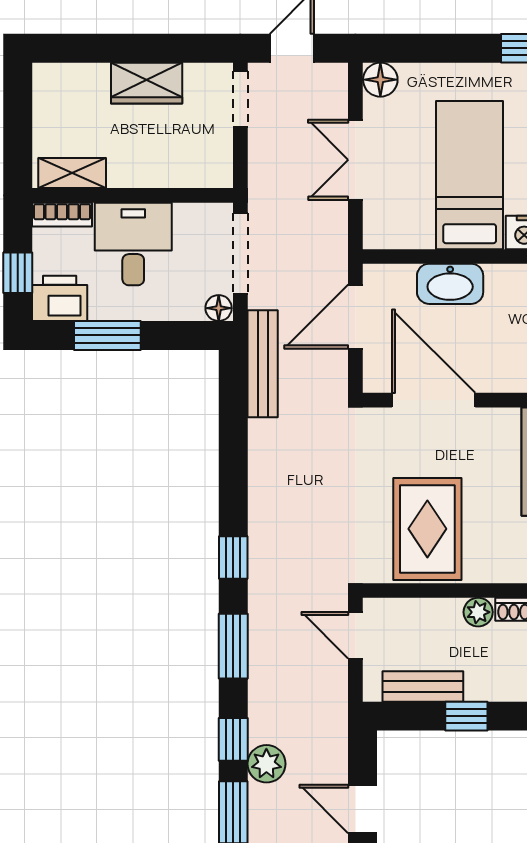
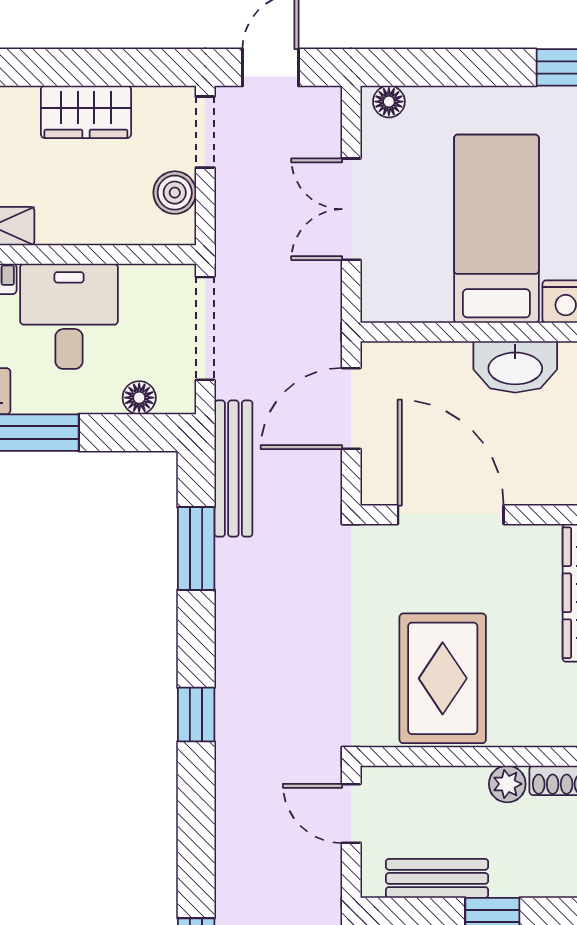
floor lamp: (380, 80) -> (389, 102), width x0.73, depth x0.73
boiler: (216, 147) -> (175, 193), added
washbasin: (450, 284) -> (515, 367), moved
floor lamp: (219, 308) -> (139, 398), moved
window: (233, 646) -> (196, 549), moved

